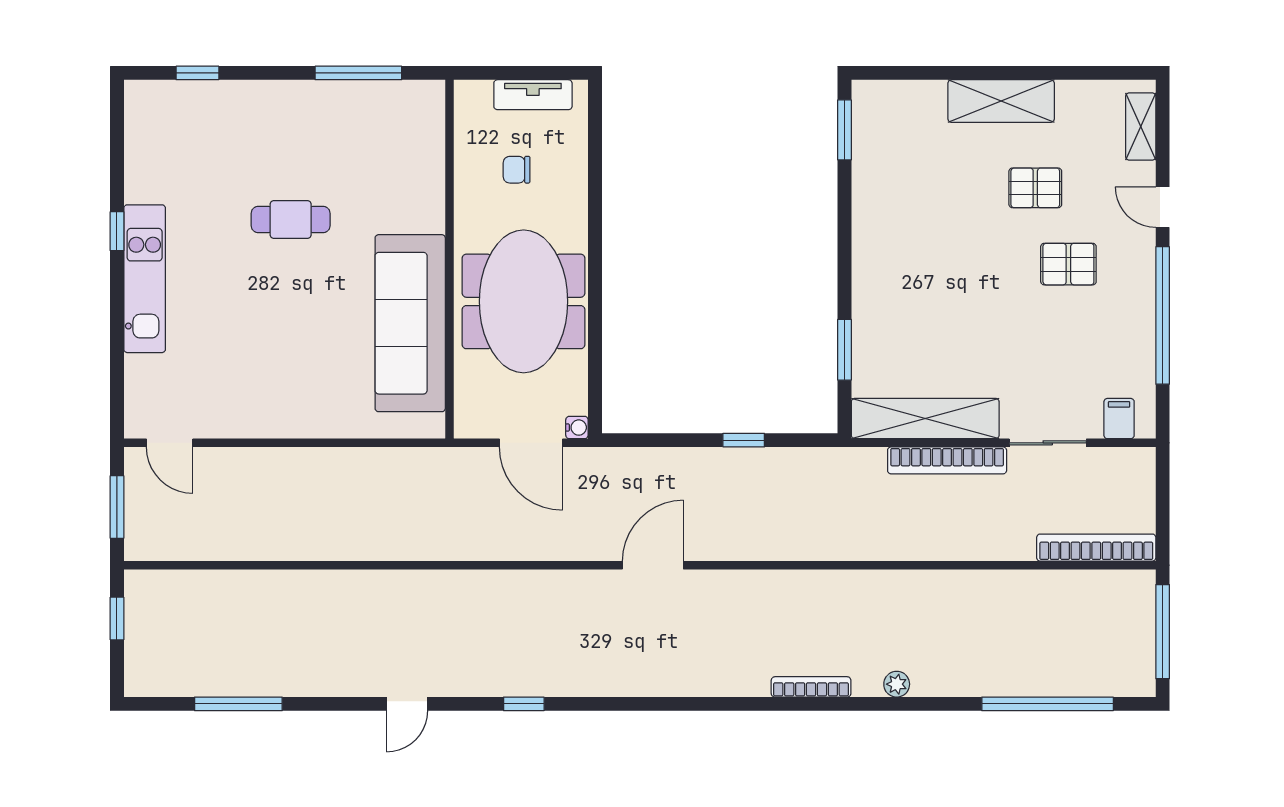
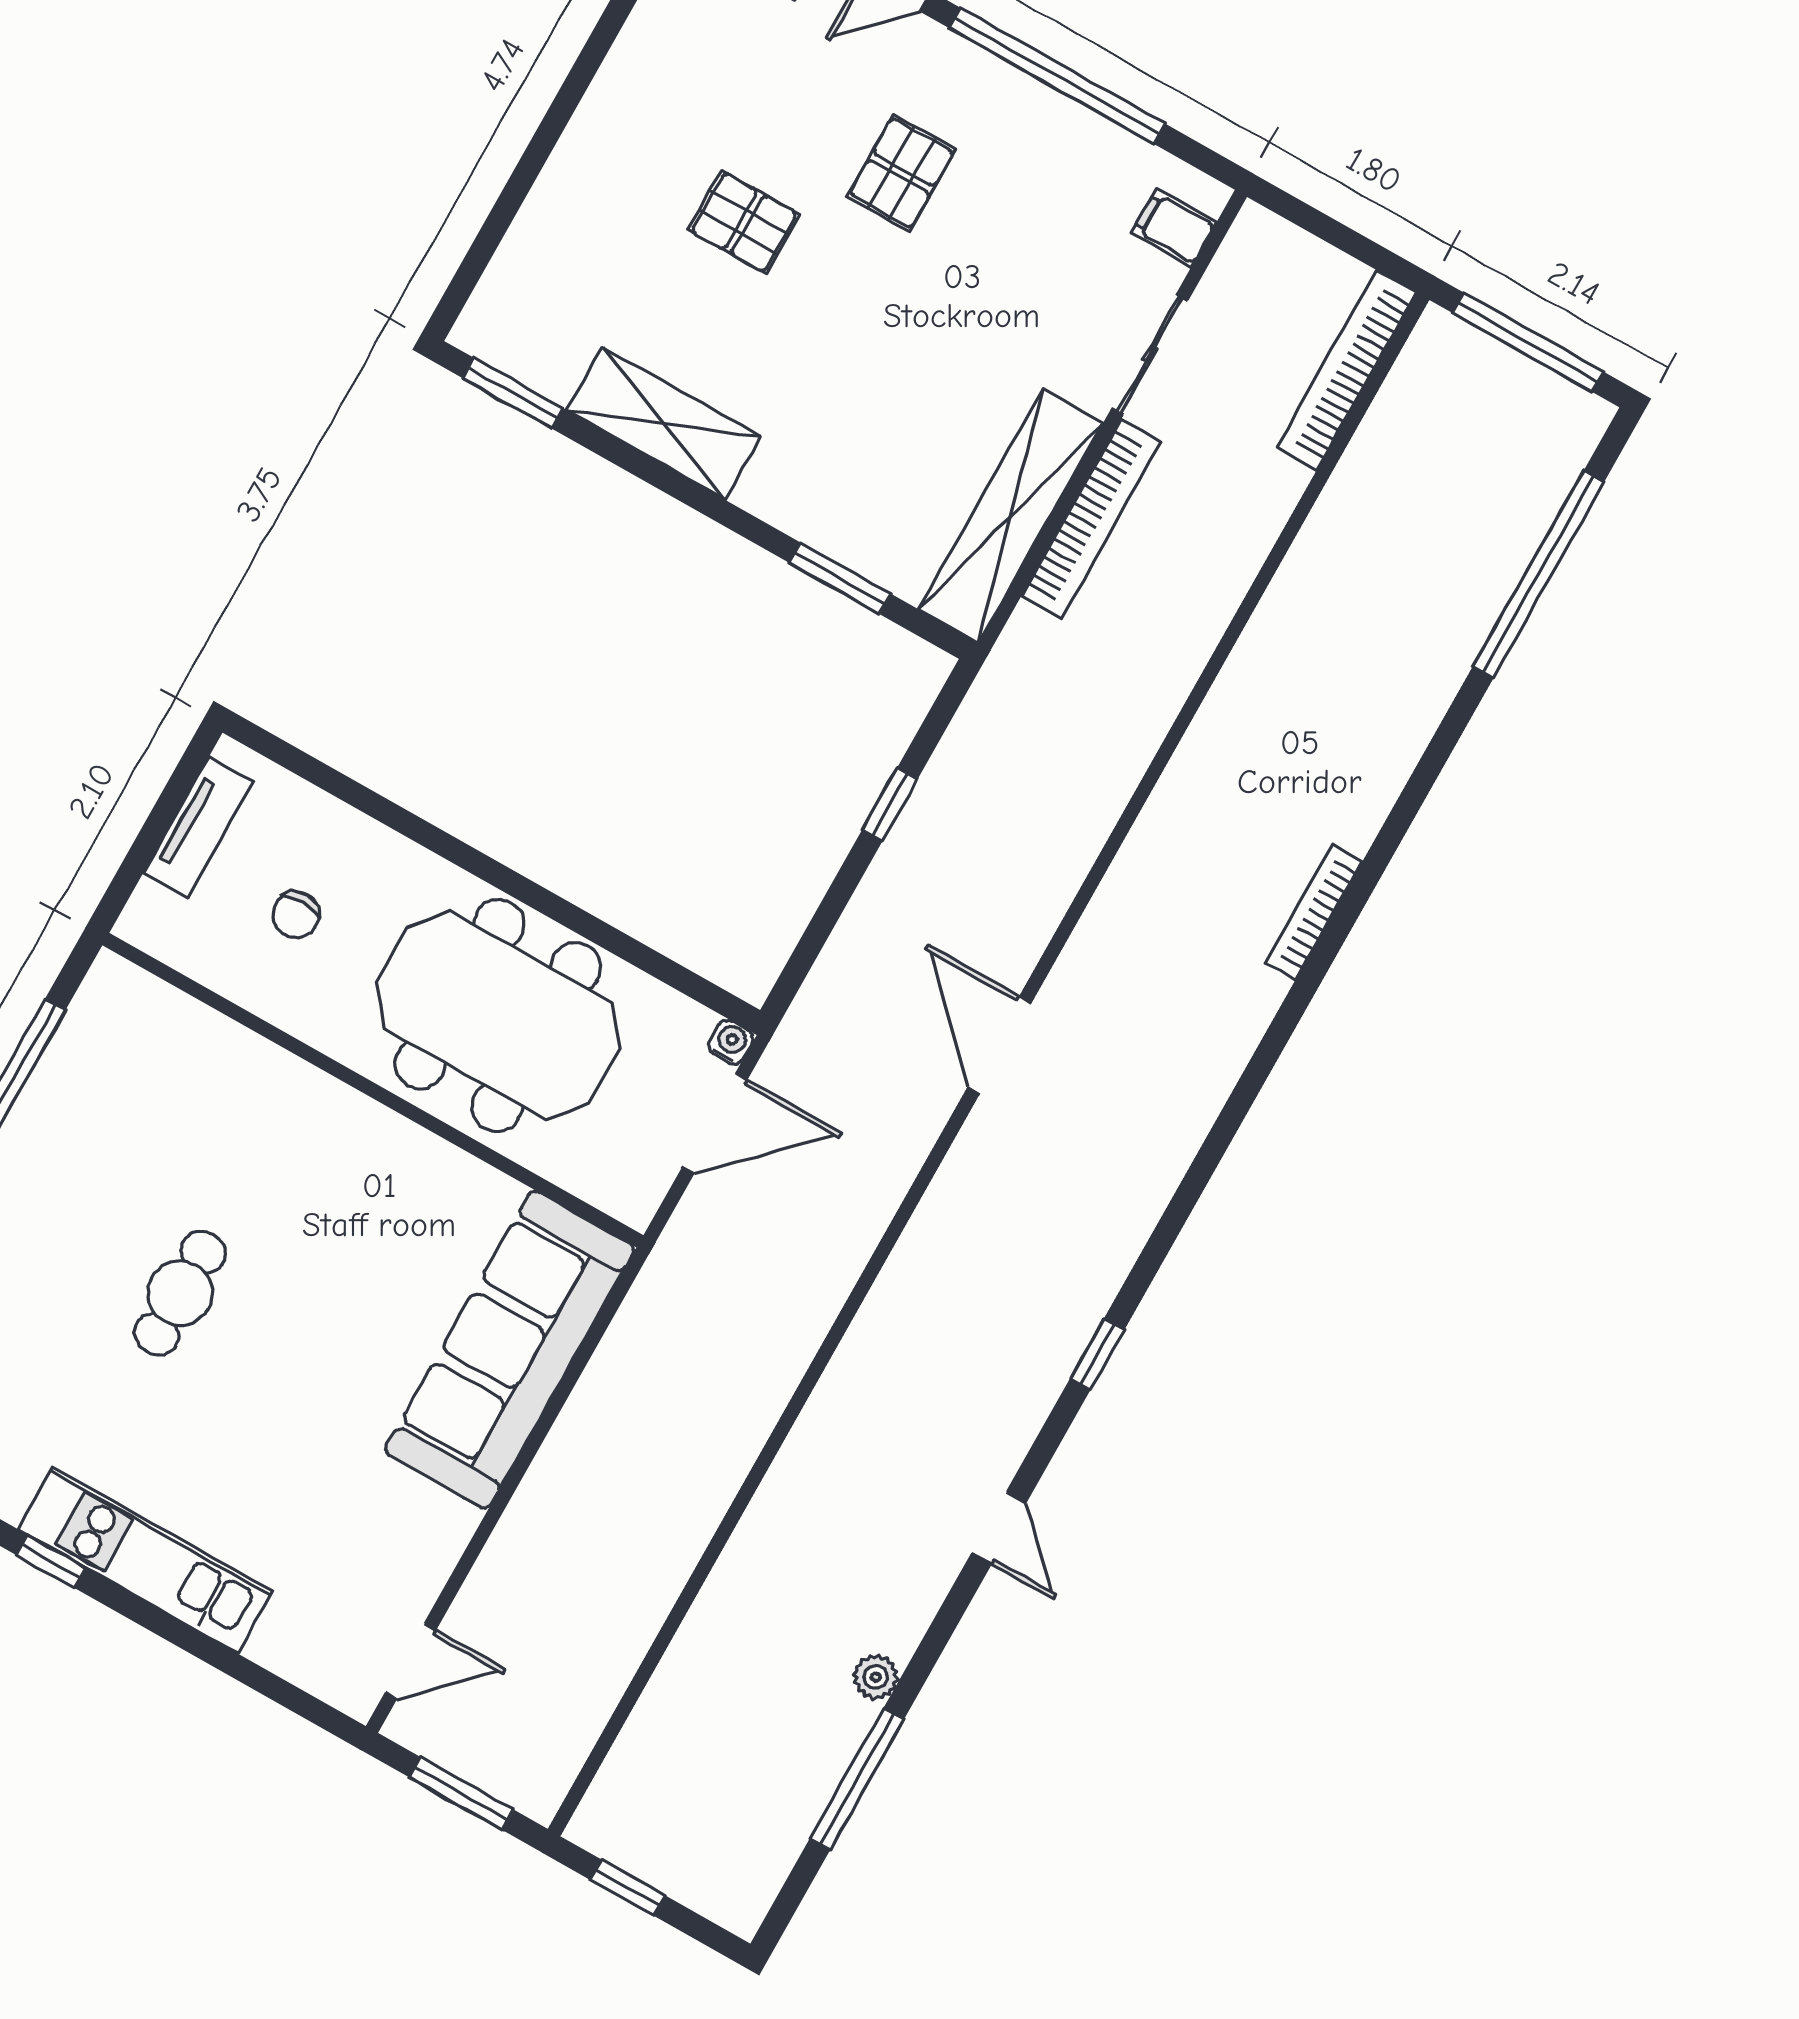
shelving: (1001, 101) -> (664, 423), moved, turned 90
pallet: (1035, 188) -> (744, 222), moved, turned 90
sofa: (410, 323) -> (510, 1350), moved, turned 90
plant: (897, 684) -> (876, 1677), moved

